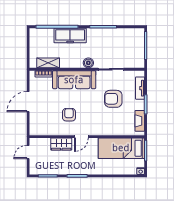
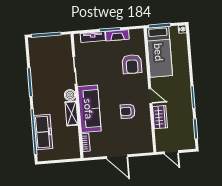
freezer: (70, 36) -> (43, 132), moved
shelving: (48, 63) -> (72, 113), moved
armchair: (113, 99) -> (132, 64), moved
fireplace: (140, 121) -> (117, 35), moved

